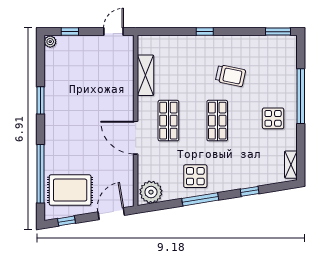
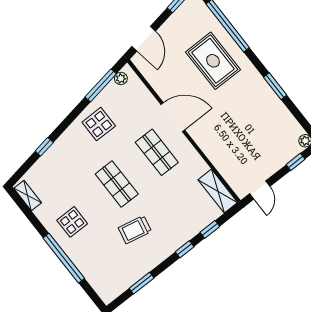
window: (174, 32) -> (210, 229), added
window: (278, 32) -> (142, 283), moved
shelving: (146, 75) -> (218, 191), moved
rug: (70, 190) -> (213, 61), moved, turned 90
plant: (151, 192) -> (121, 78), width x0.53, depth x0.53
window: (200, 199) -> (101, 85), moved

